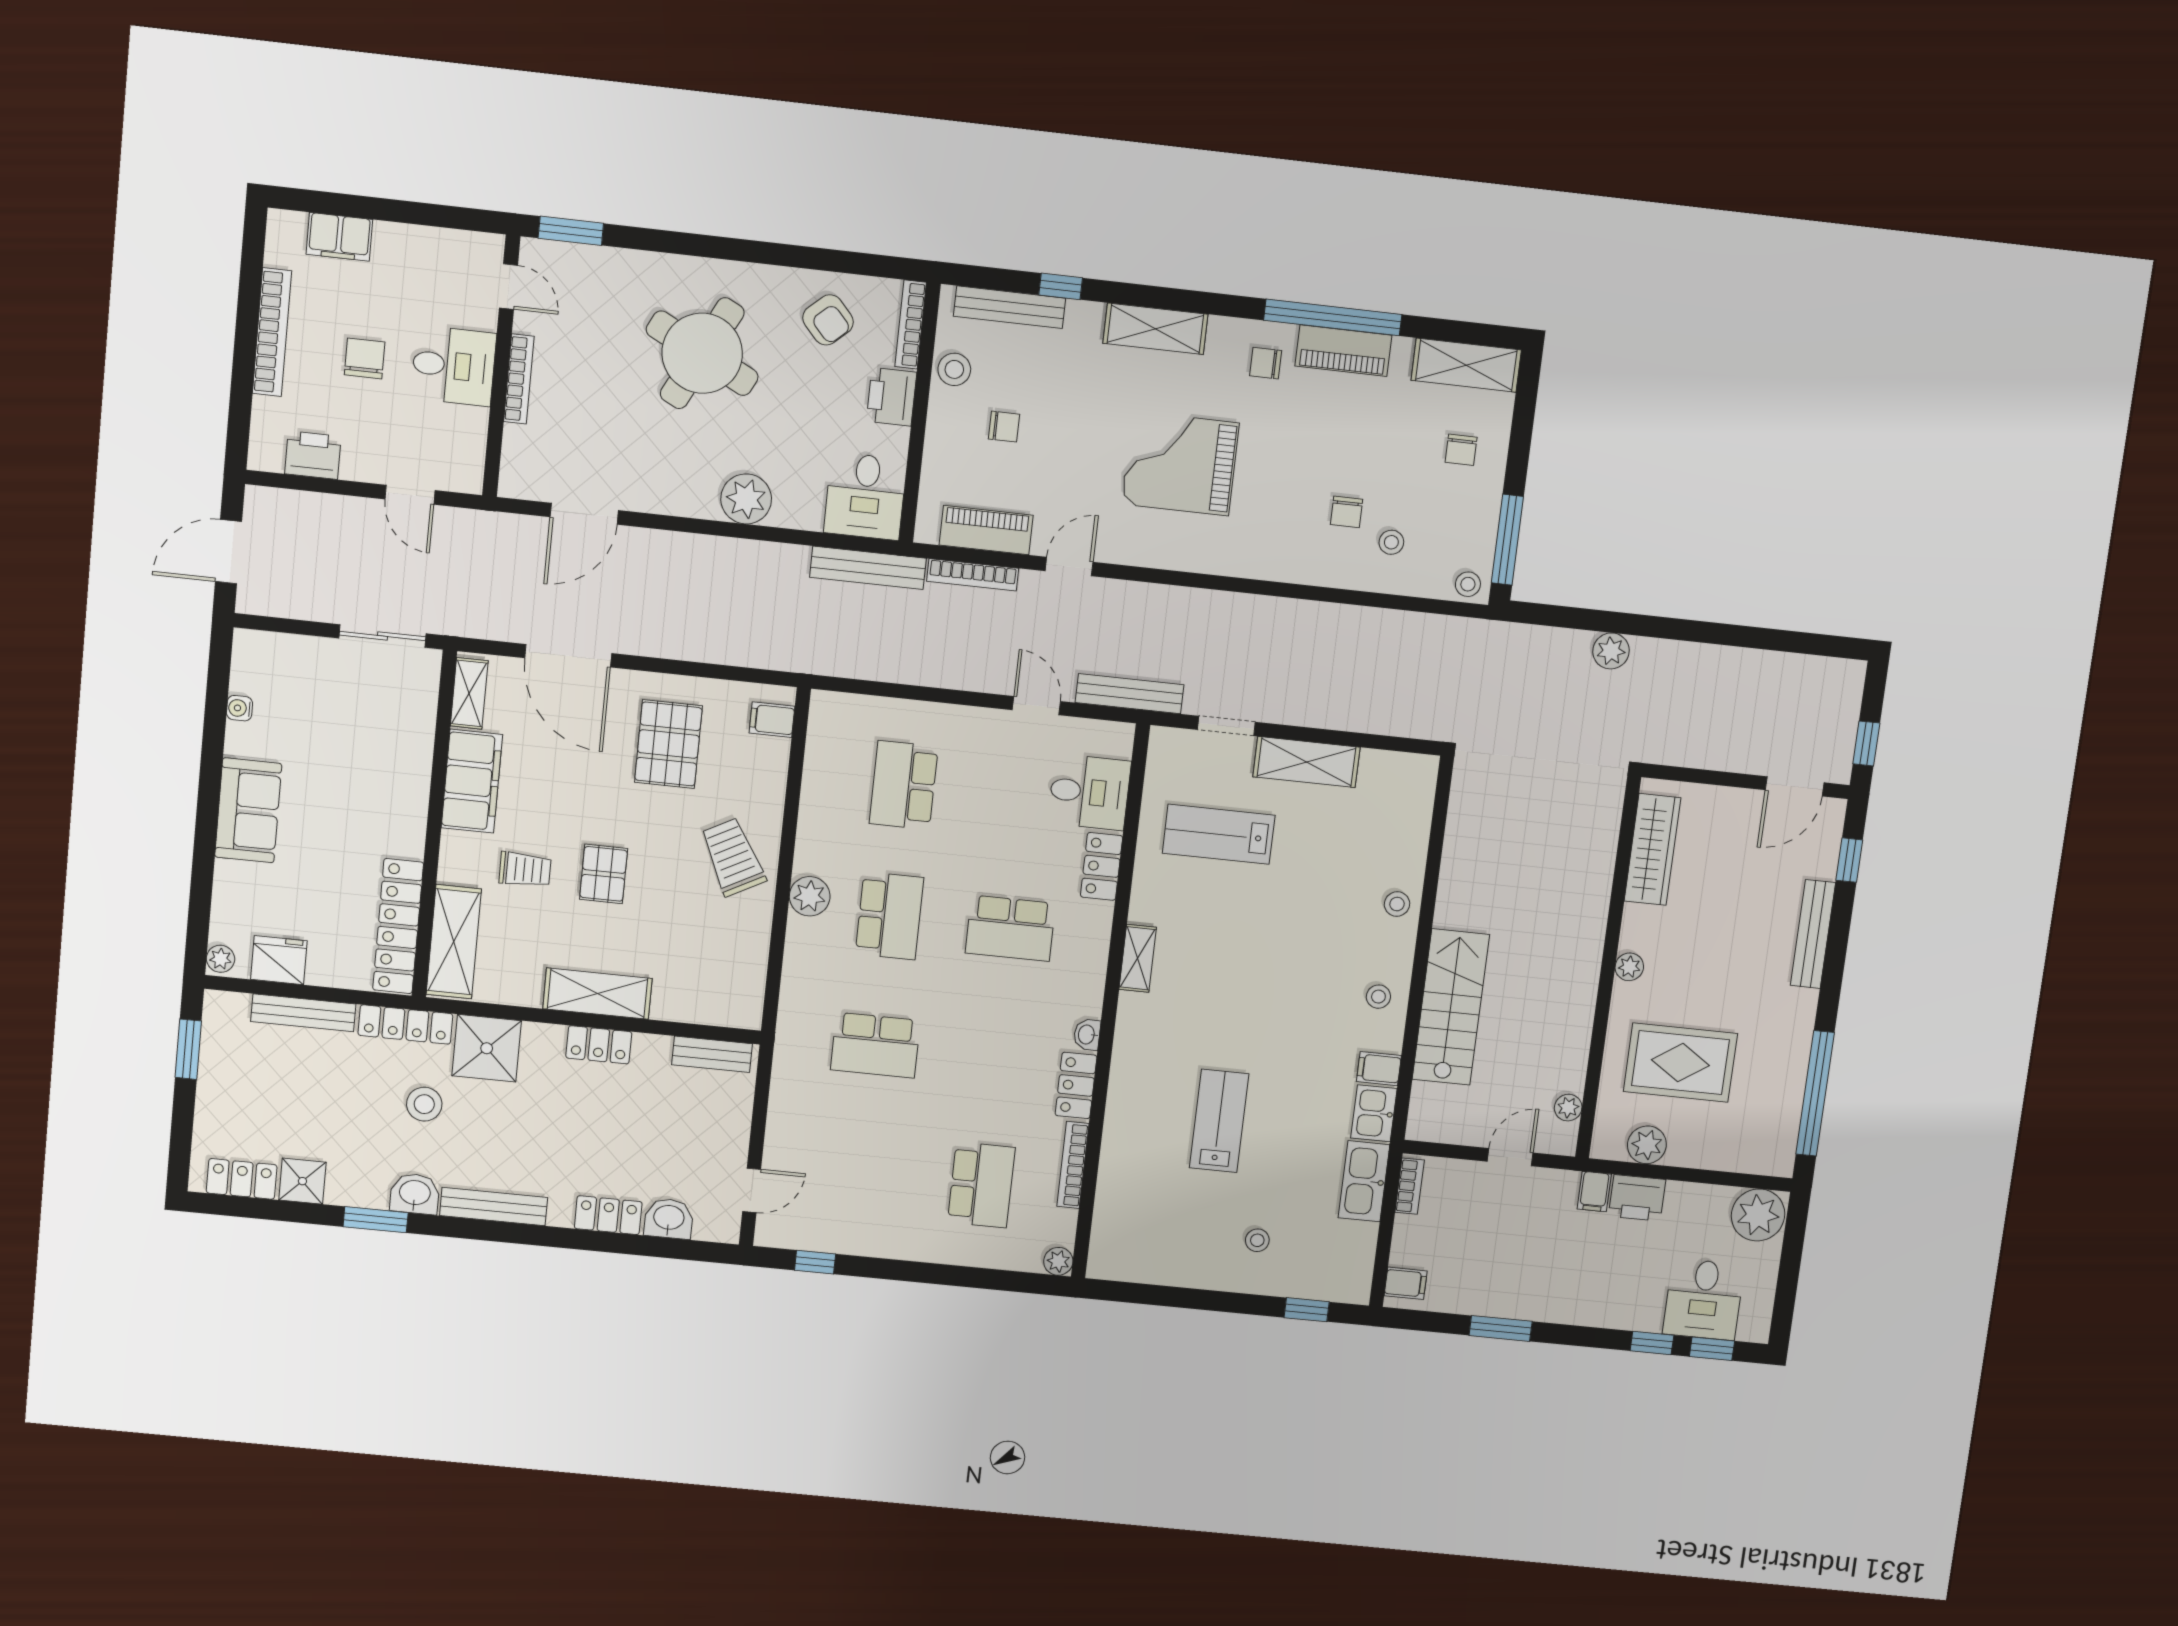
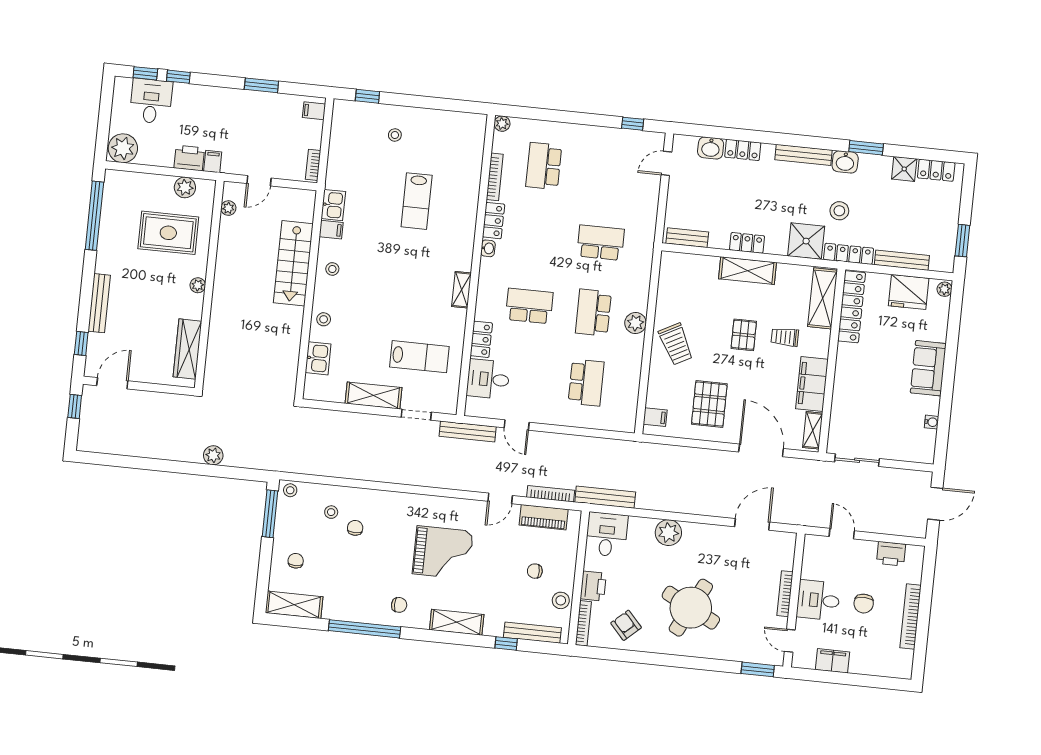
filing cabinet: (339, 237) -> (832, 661), moved
piano: (1343, 351) -> (359, 612), removed
fridge: (279, 960) -> (909, 292), width x1.36, depth x1.34
kitchen sink: (1364, 1181) -> (318, 358), moved, width x0.73

